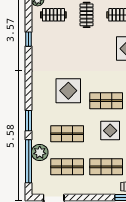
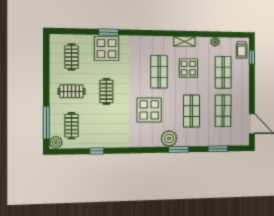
clothes rail: (87, 48) -> (106, 91), added
plant: (40, 152) -> (169, 138), moved
window: (29, 161) -> (218, 149), width x0.47

